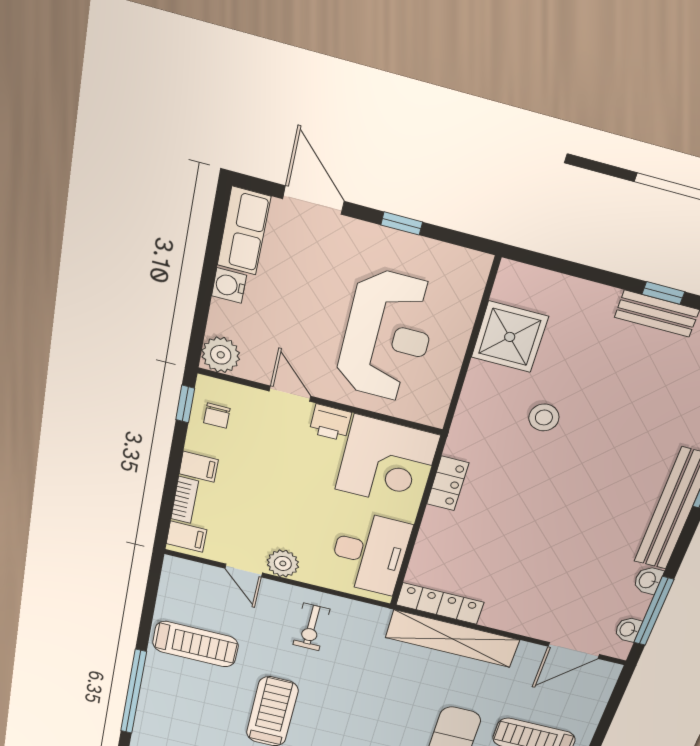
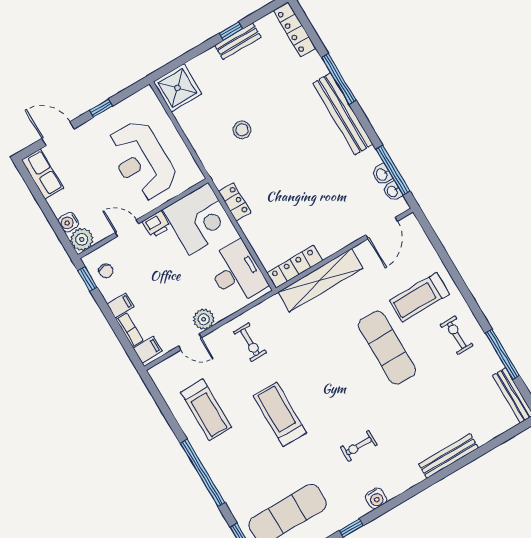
water cooler: (229, 286) -> (68, 222), moved
reception desk: (387, 336) -> (142, 161), turned 180
shower: (510, 337) -> (177, 88), moved
washbasin: (648, 580) -> (382, 174), moved
treadmill: (195, 644) -> (206, 410), turned 90

